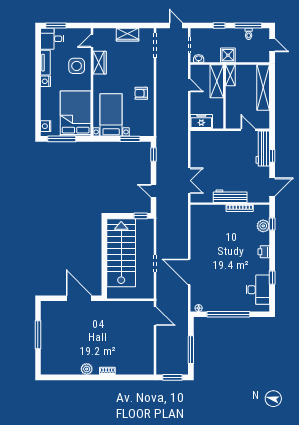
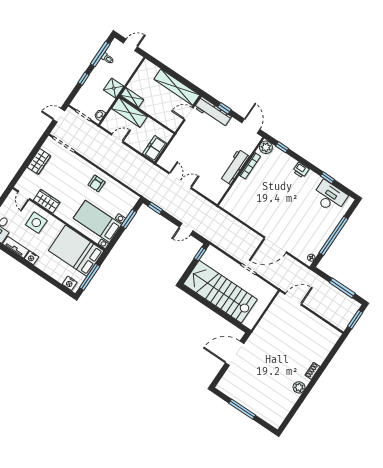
shelving: (263, 87) -> (177, 87), moved
double door: (189, 181) -> (180, 181), moved
plant: (263, 226) -> (266, 147), moved

